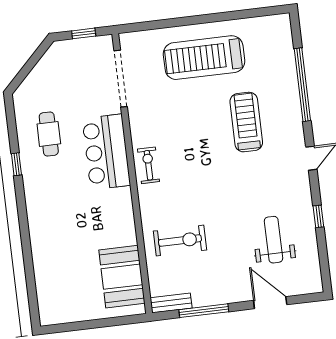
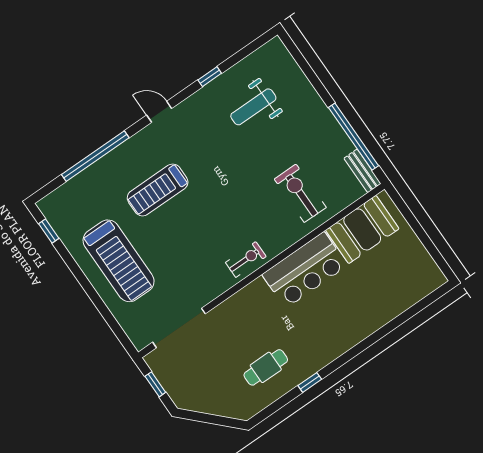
window: (260, 12) -> (49, 231), added
bar counter: (106, 152) -> (305, 270), moved
exercise bike: (148, 165) -> (246, 259), turned 180
door: (270, 303) -> (313, 79), removed
window: (204, 311) -> (353, 137), width x1.46

